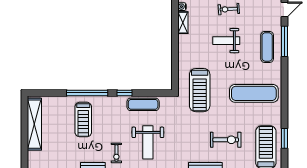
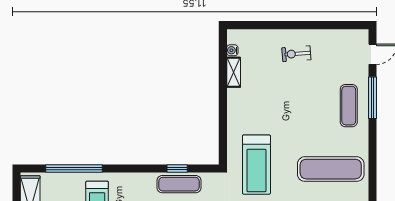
weight bench: (226, 41) -> (293, 97), removed
window: (87, 93) -> (74, 168), moved
window: (124, 93) -> (177, 168), moved

